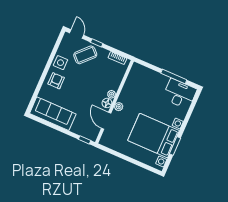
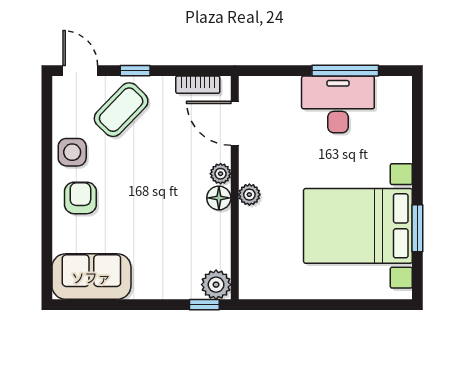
desk: (180, 94) -> (338, 104), moved
sofa: (53, 114) -> (91, 277), width x0.73
door: (106, 121) -> (235, 123), moved
plant: (92, 134) -> (216, 285), added

